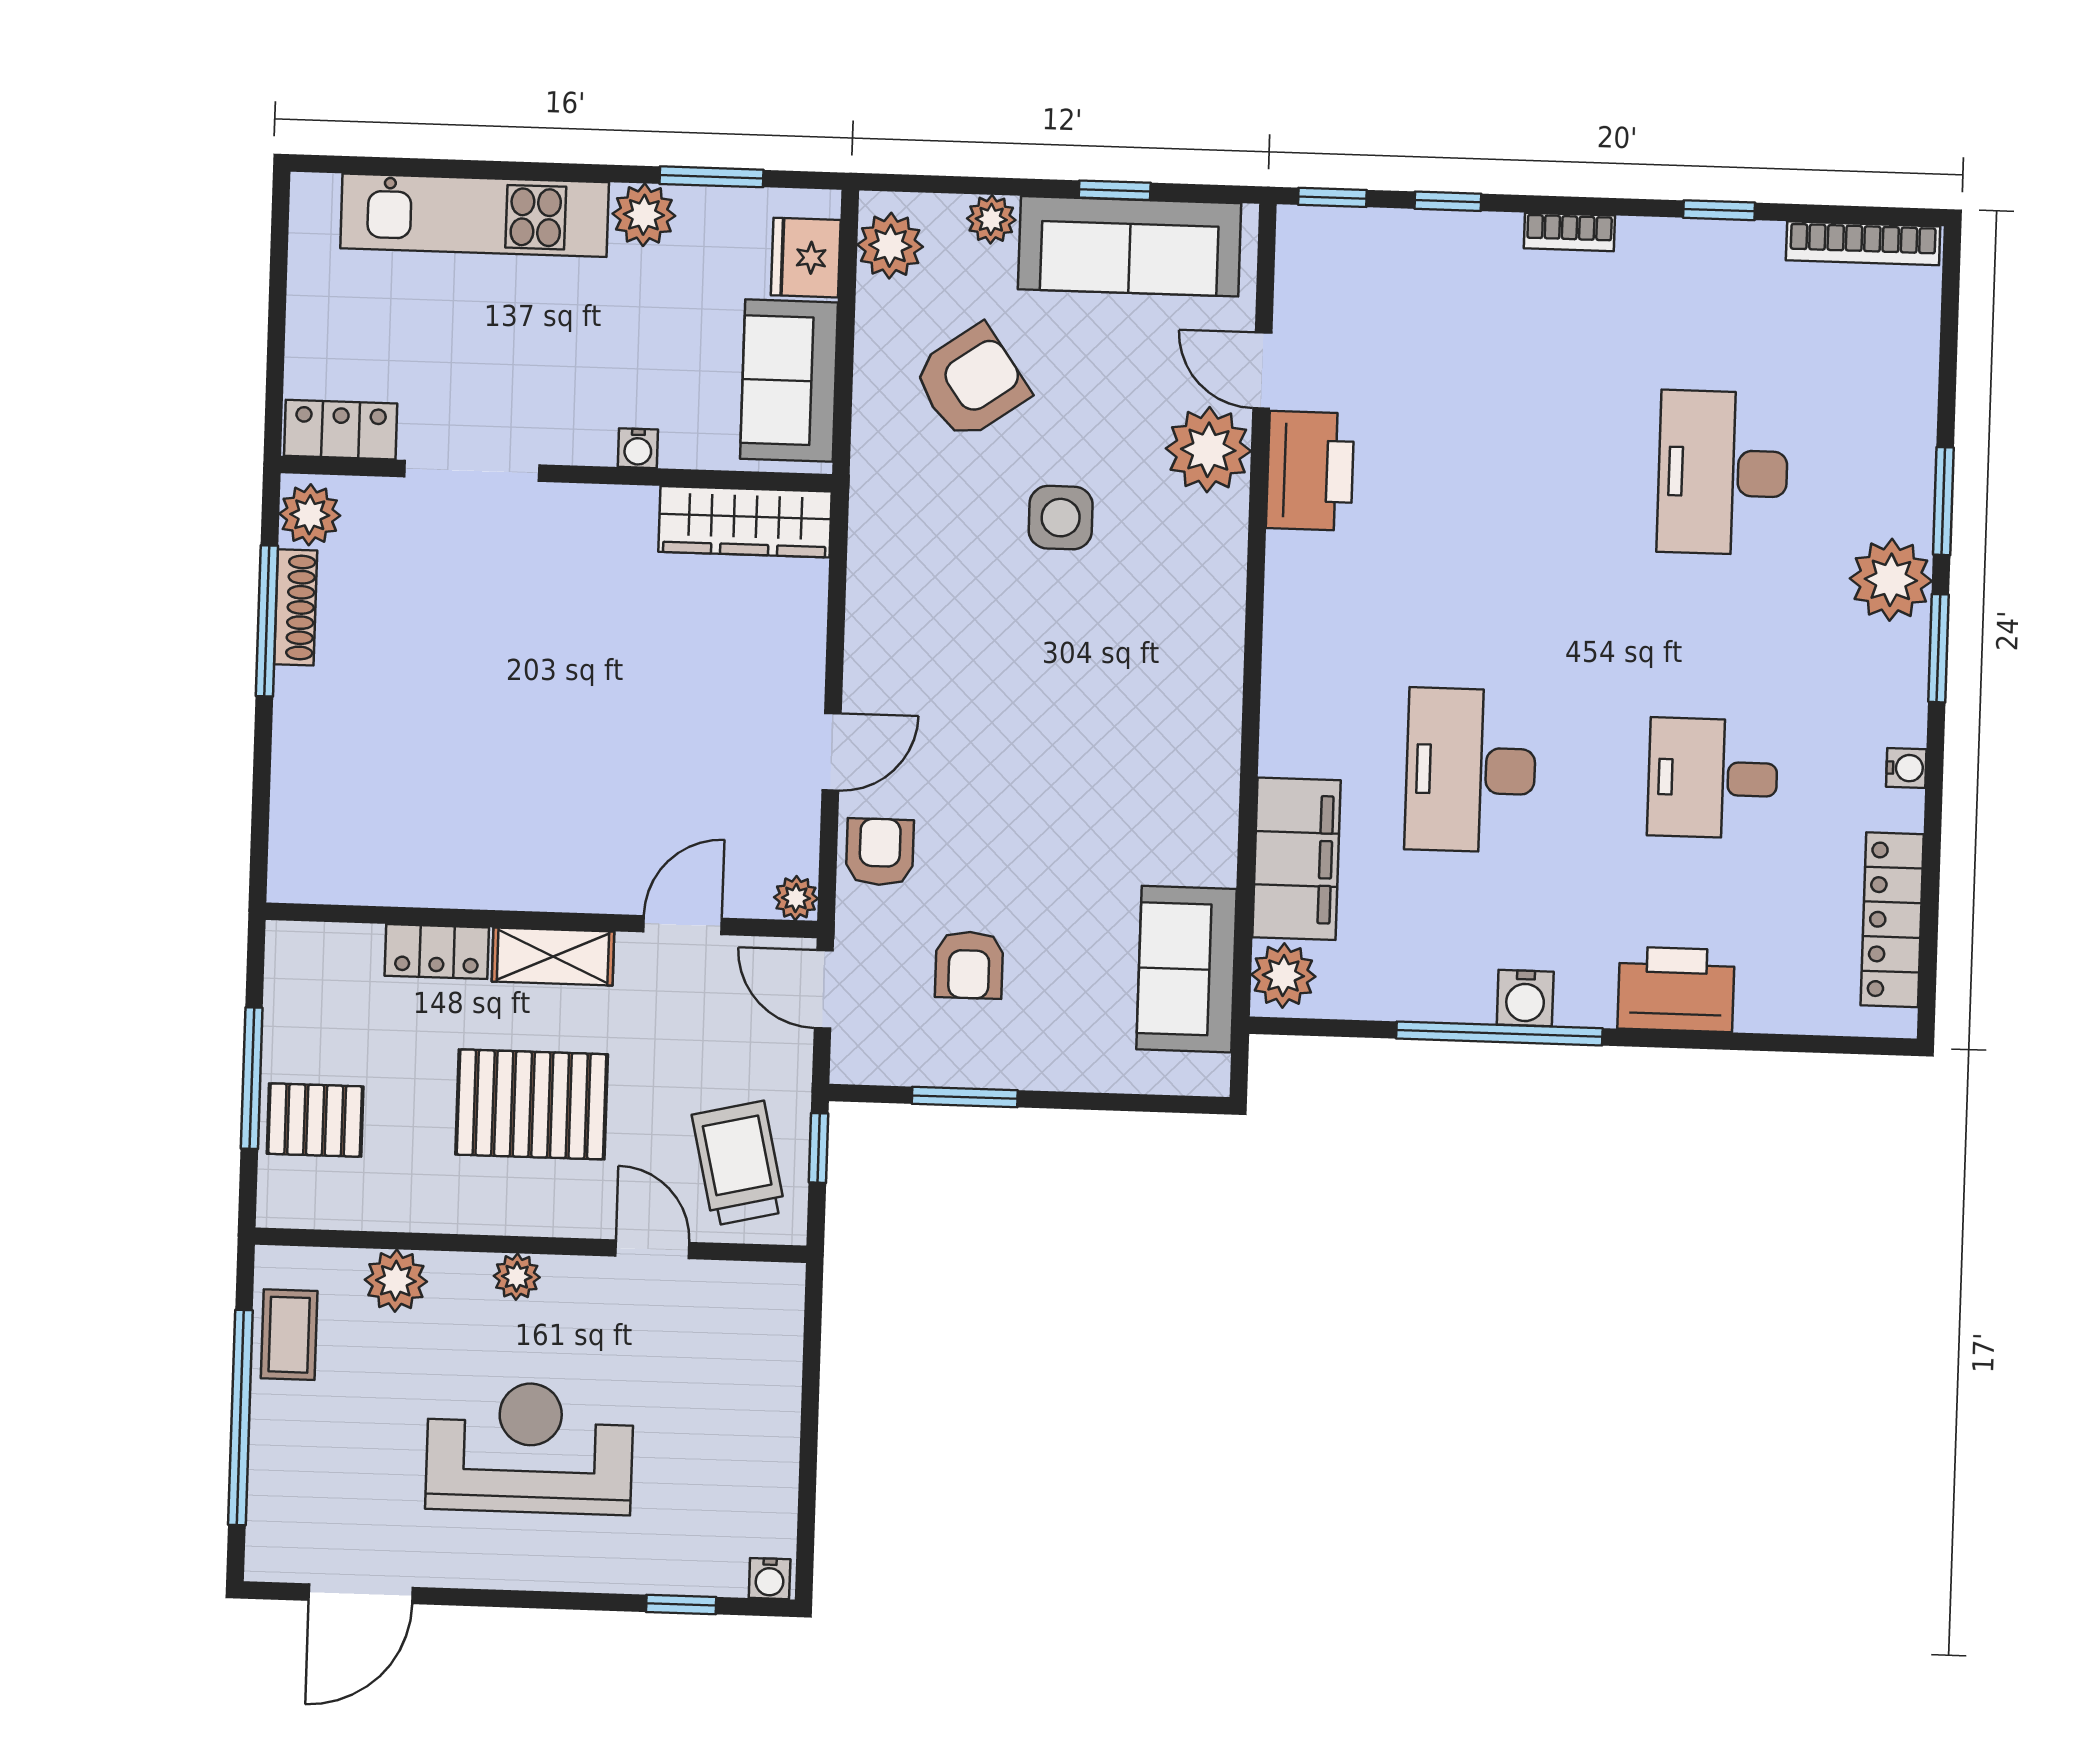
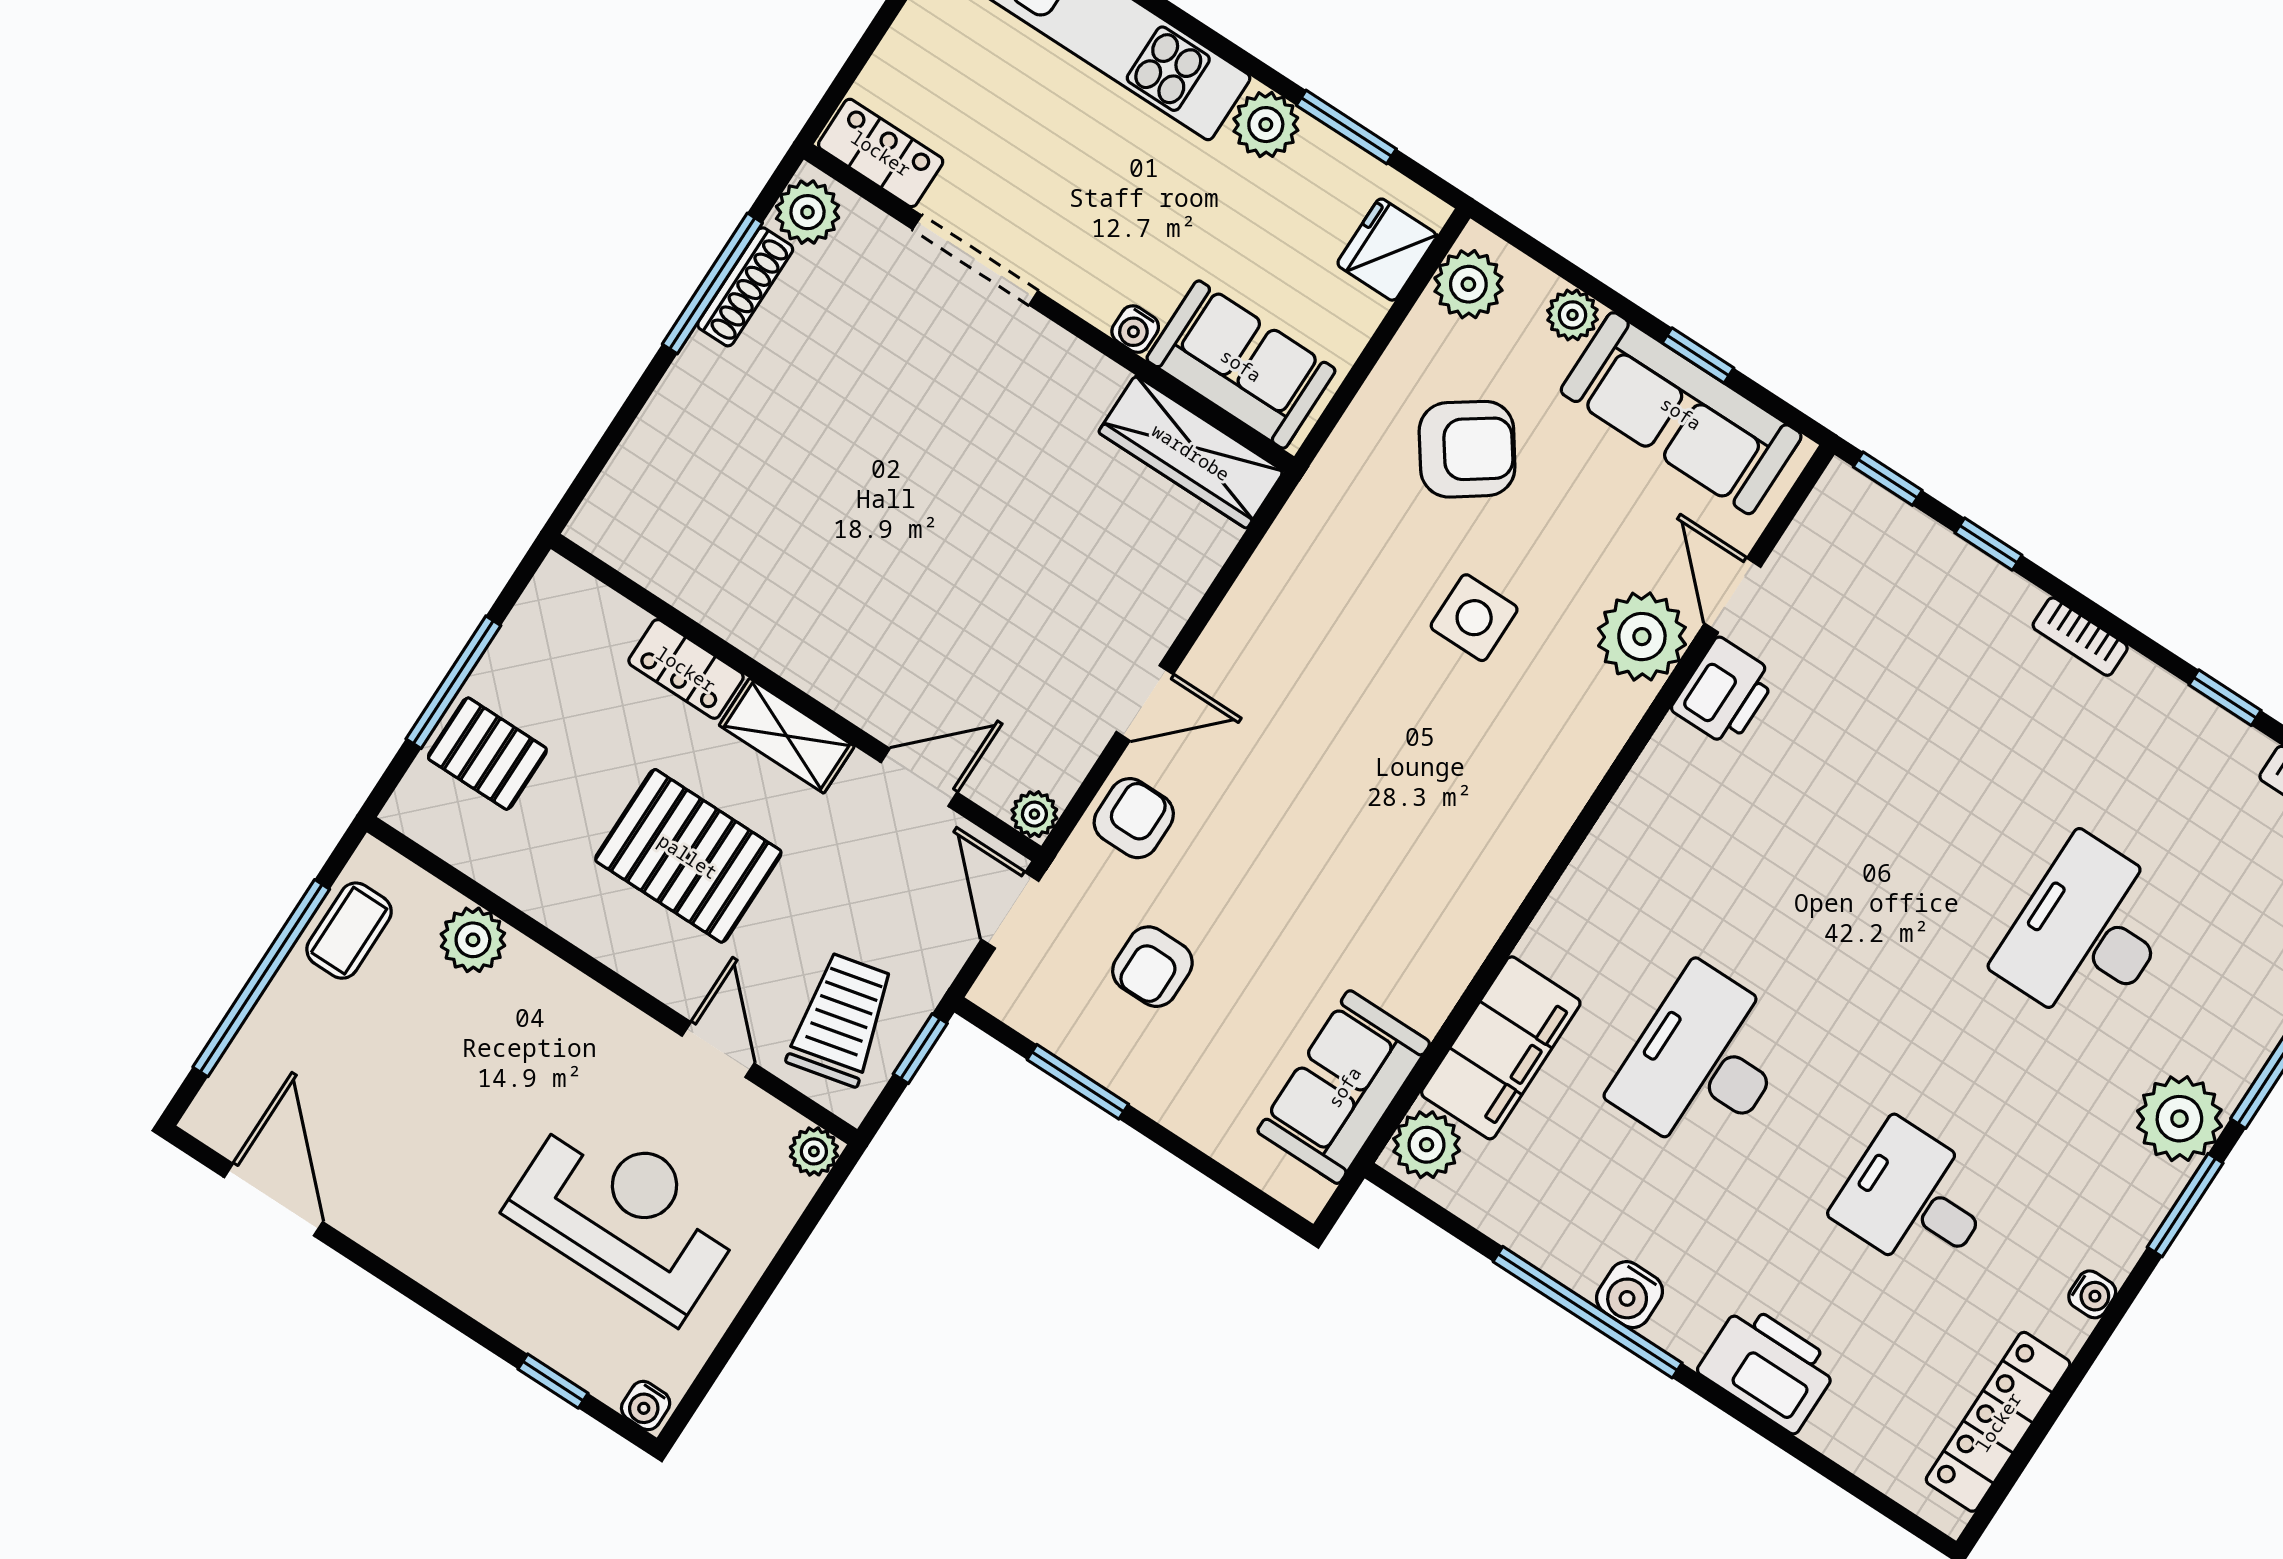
sofa: (789, 381) -> (1241, 365), moved, turned 90
printer: (1310, 471) -> (1724, 692), width x0.73, depth x0.84
plant: (517, 1277) -> (814, 1151), moved
reception desk: (530, 1448) -> (626, 1215), moved
door: (361, 1594) -> (273, 1200), swing flipped

